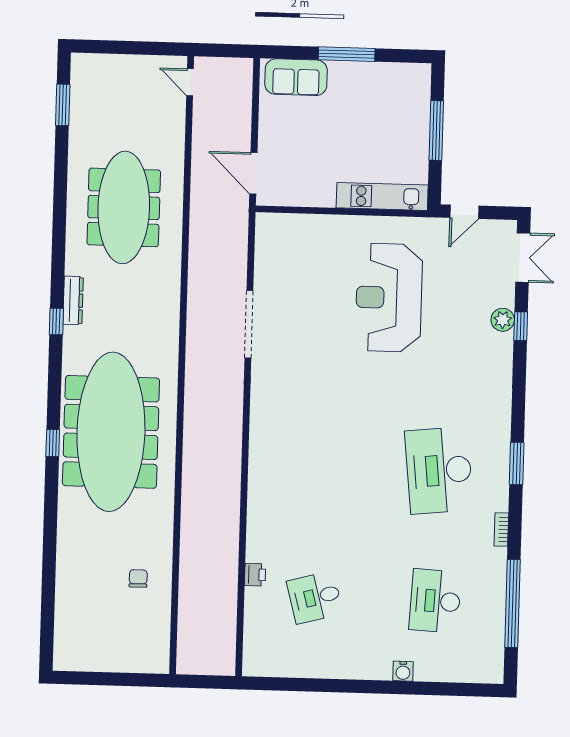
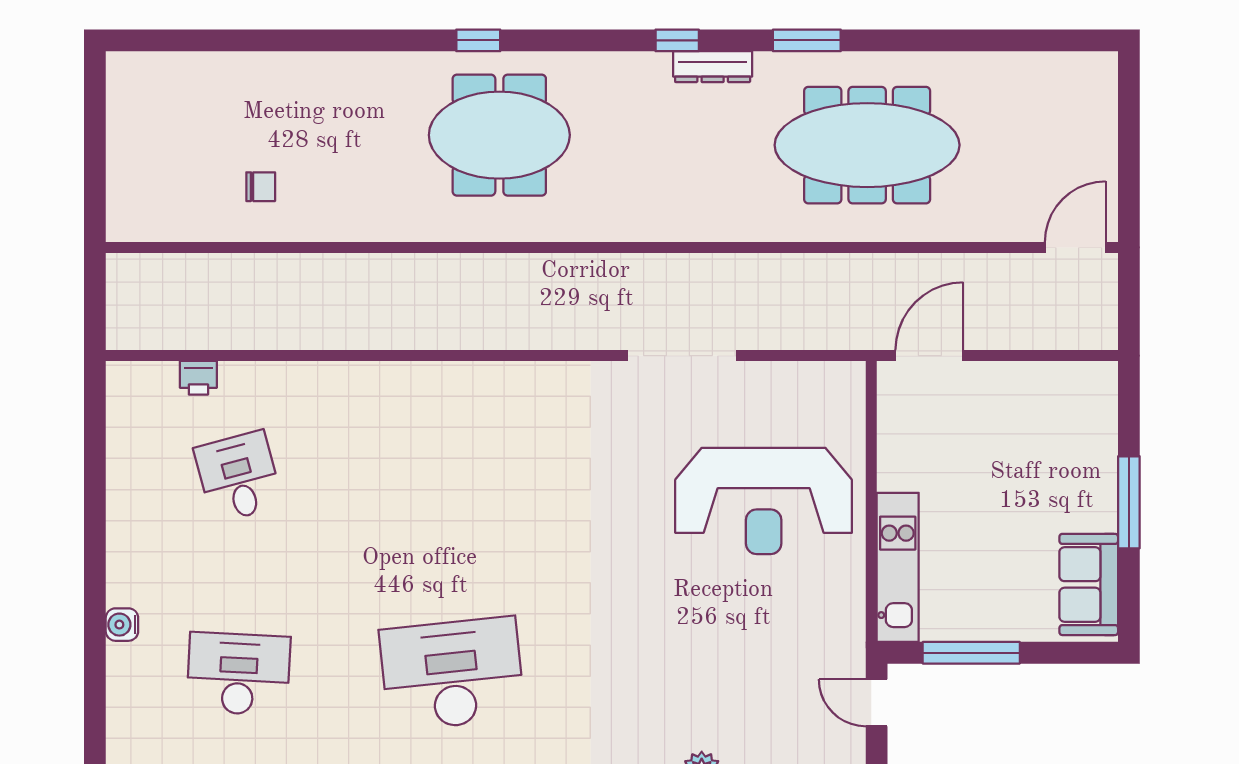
sofa: (296, 77) -> (1089, 584), moved
door: (190, 82) -> (1075, 247), width x1.37
window: (63, 105) -> (807, 40), moved
window: (436, 130) -> (971, 653), moved
reception desk: (389, 298) -> (764, 501), moved, turned 180
meeting table: (111, 432) -> (499, 135), width x0.54, depth x0.79
printer: (255, 575) -> (198, 378), moved

